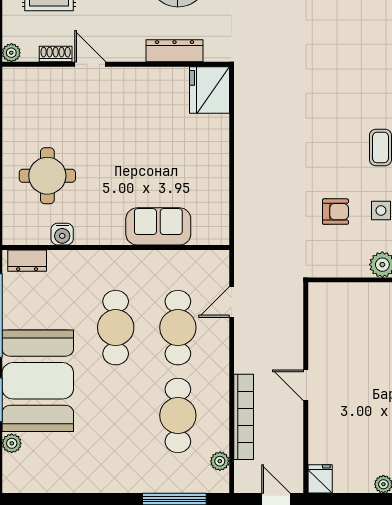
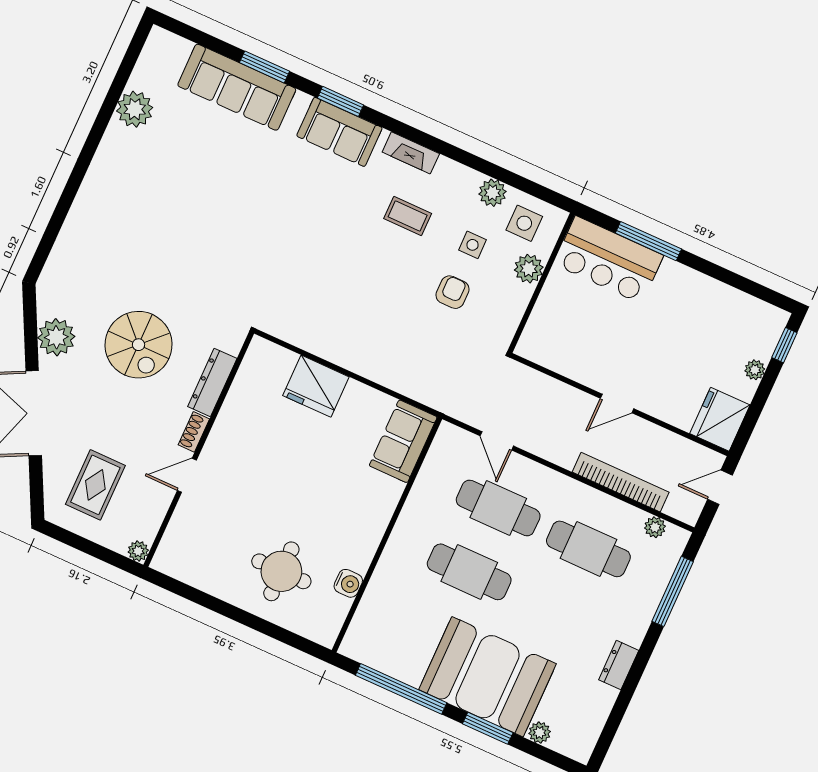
shoe rack: (56, 54) -> (194, 432), moved
fridge: (209, 90) -> (316, 386), moved
sofa: (158, 226) -> (403, 441), moved
dresser: (27, 261) -> (619, 665), moved, turned 180
fridge: (320, 479) -> (720, 419), width x1.88, depth x1.34

